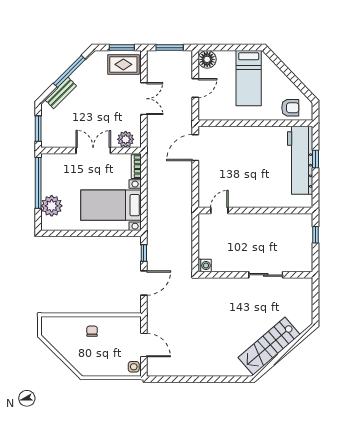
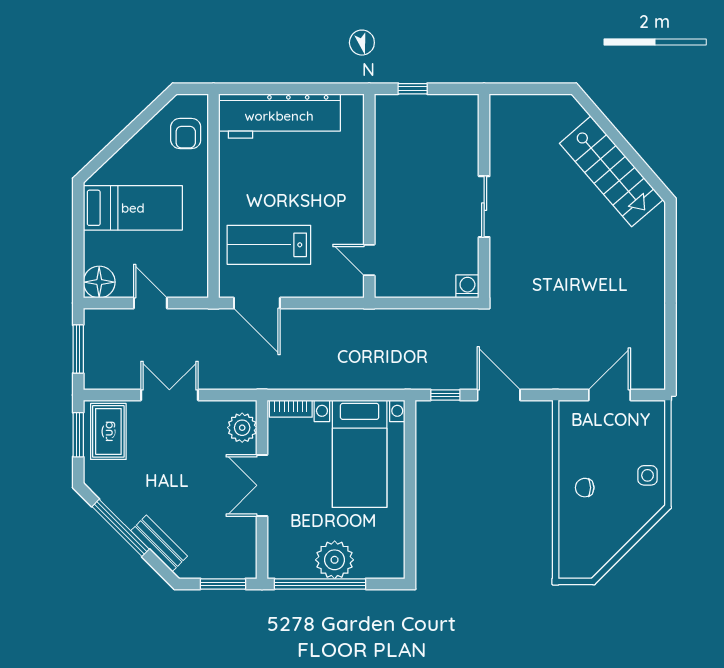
armchair: (290, 108) -> (186, 133), turned 180
lab bench: (228, 154) -> (269, 245), added
window: (315, 159) -> (277, 89), removed
plant: (52, 206) -> (335, 560), moved
sliding door: (266, 275) -> (484, 207), moved
side table: (134, 367) -> (648, 475), moved

